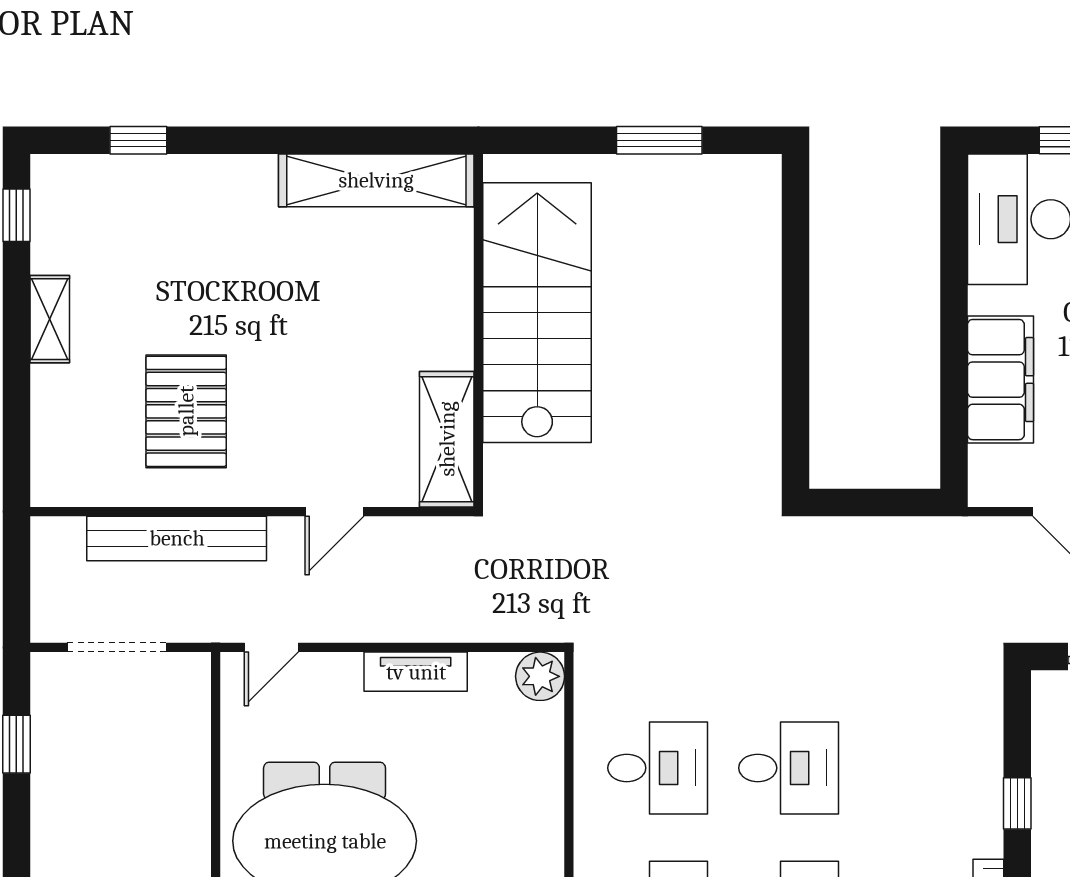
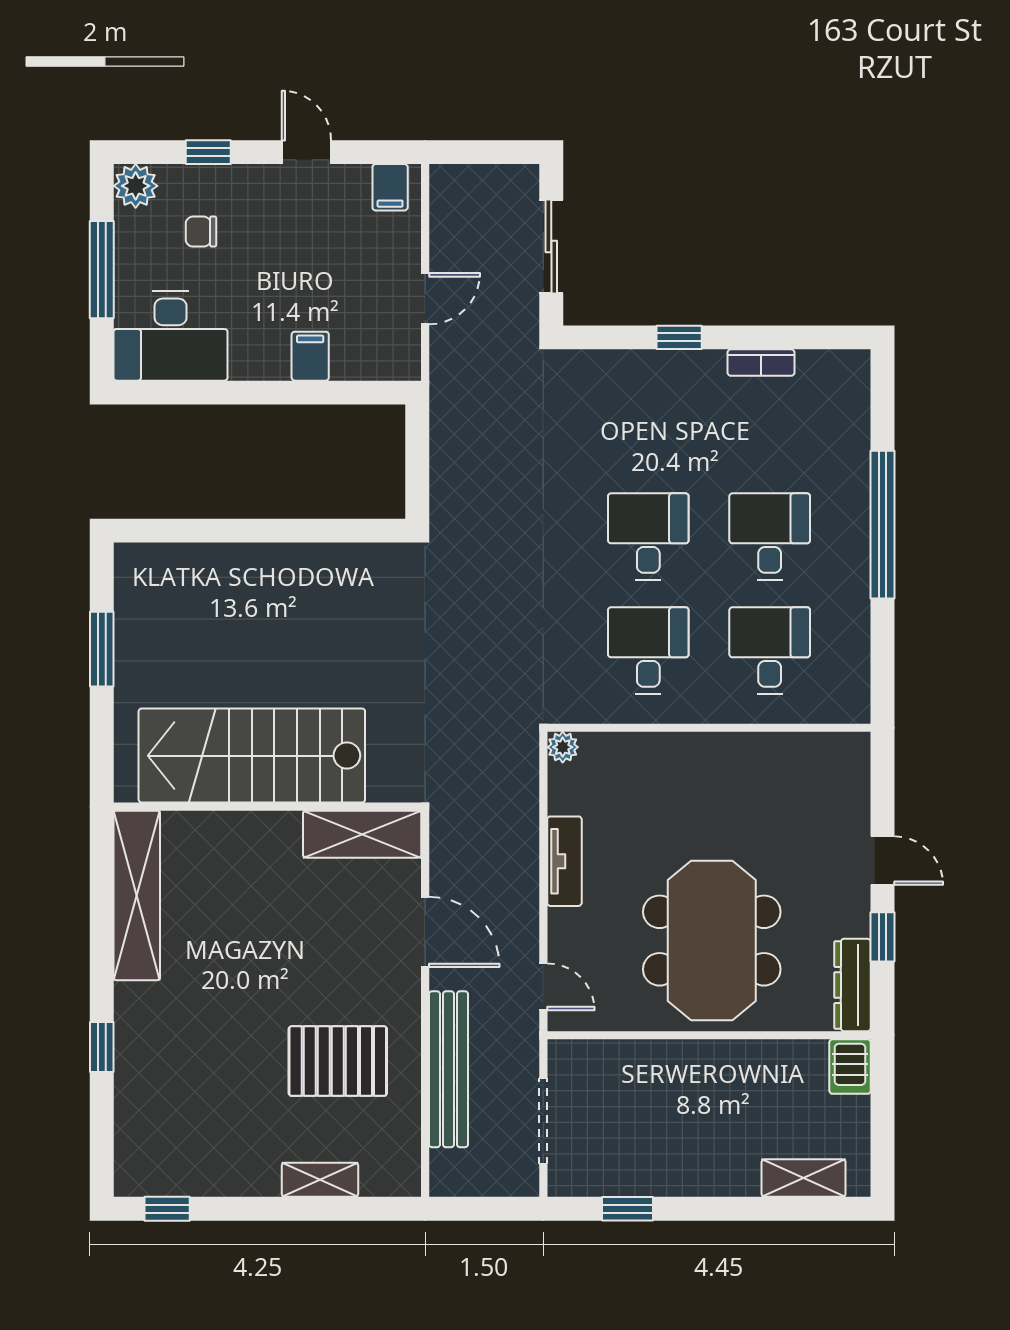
window: (138, 140) -> (102, 1047), moved
shelving: (50, 319) -> (320, 1180), moved
filing cabinet: (1001, 380) -> (310, 356), width x0.33, depth x0.86
door: (334, 512) -> (425, 932), width x1.38
plant: (540, 676) -> (563, 747), width x0.73, depth x0.73

